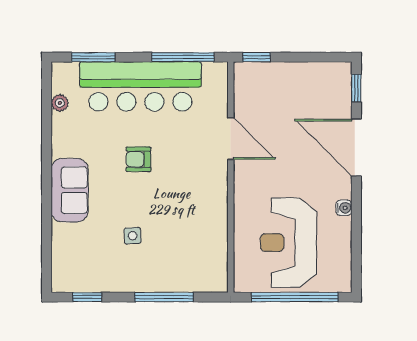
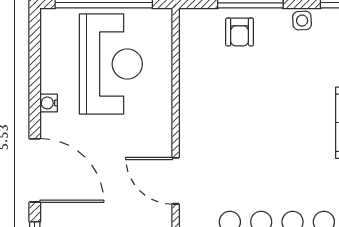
armchair: (138, 159) -> (240, 32), moved, turned 90
side table: (133, 236) -> (302, 21), moved

